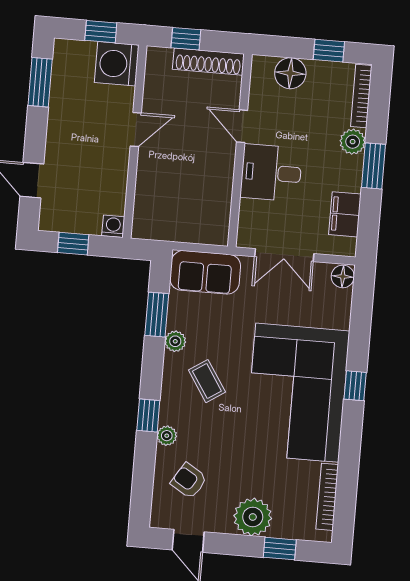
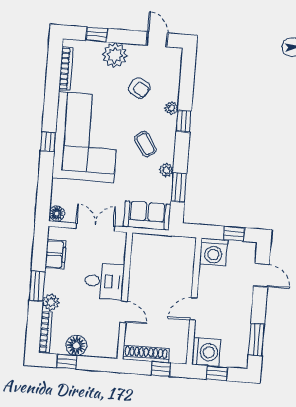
floor lamp: (290, 73) -> (76, 345), moved
washing machine: (113, 226) -> (213, 252), width x1.89, depth x1.89
armchair: (189, 481) -> (139, 88), moved

